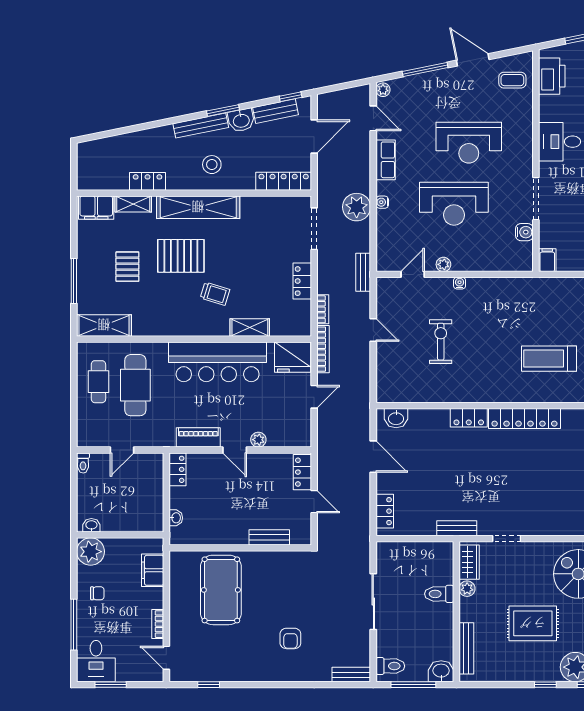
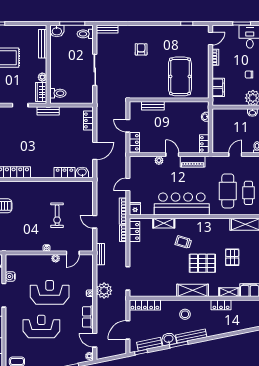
shelving: (198, 207) -> (193, 290), width x0.68
locker: (302, 281) -> (134, 231), moved
fridge: (293, 357) -> (135, 209), width x0.53, depth x0.75
locker: (469, 418) -> (64, 173), moved
door: (373, 457) -> (95, 151), swing flipped
toilet: (439, 594) -> (58, 93), moved
door: (166, 658) -> (210, 38), hinge flipped

